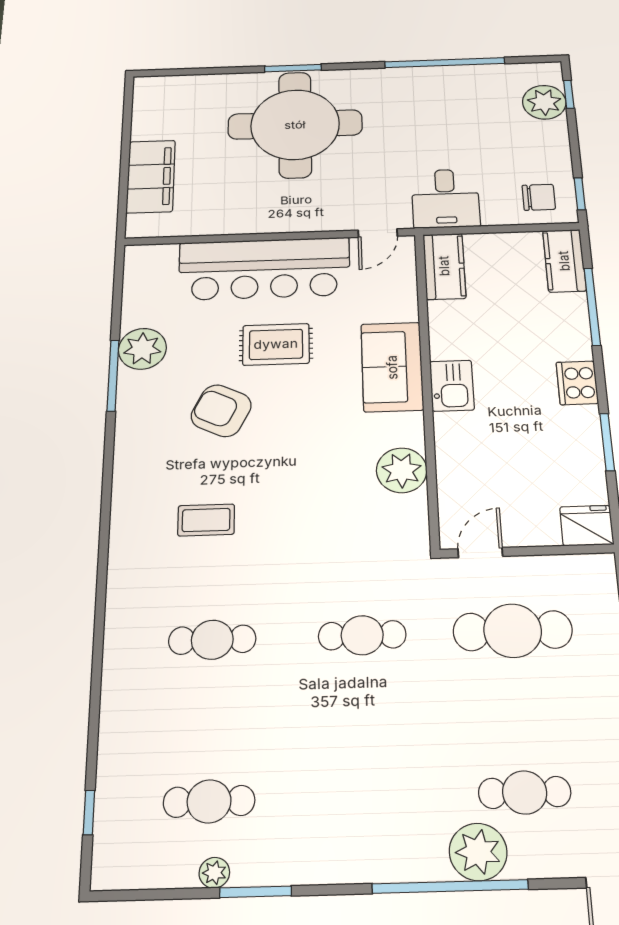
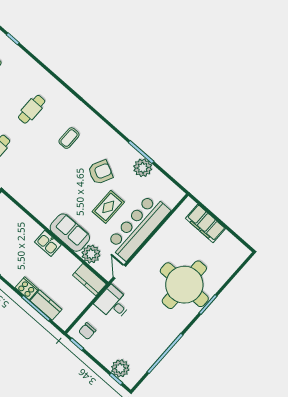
kitchen counter: (564, 261) -> (46, 305), moved
cooker: (577, 383) -> (27, 288), moved
plant: (402, 470) -> (91, 254), moved

